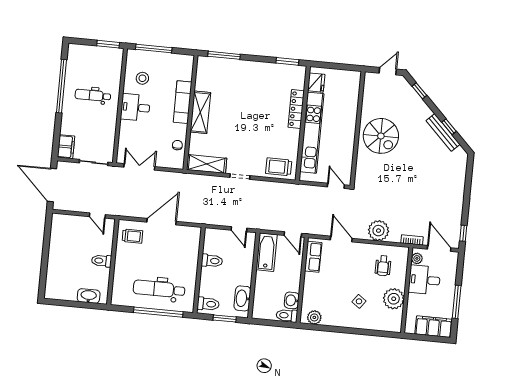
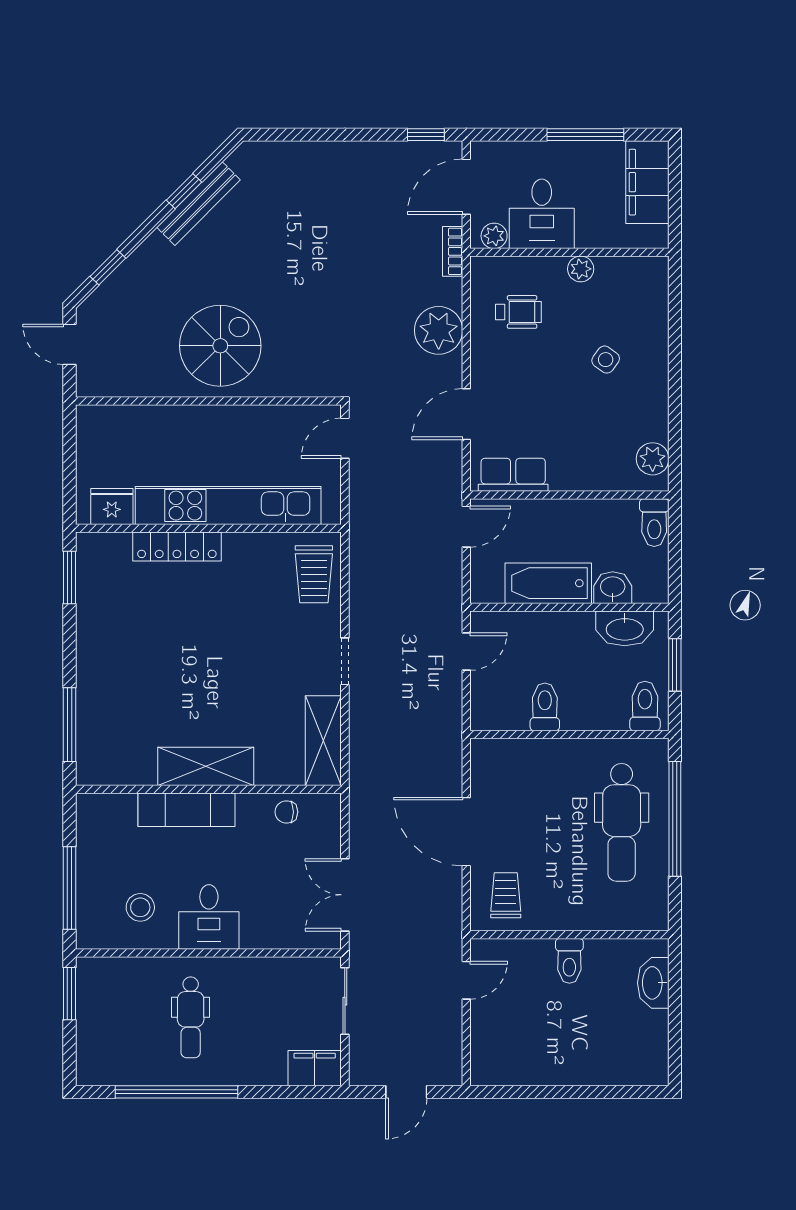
door: (52, 185) -> (406, 1092), width x0.53
bathtub: (267, 252) -> (548, 583), moved
plant: (394, 299) -> (581, 269), width x0.53, depth x0.53
washbasin: (292, 300) -> (613, 588), moved, turned 180

